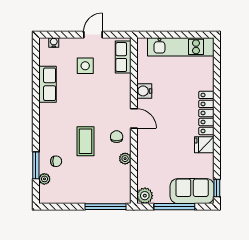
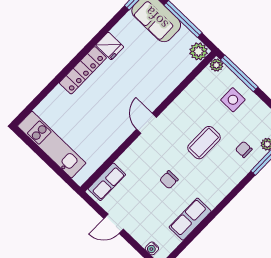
side table: (85, 66) -> (233, 100), moved
water cooler: (144, 91) -> (116, 137), removed
chair: (117, 137) -> (169, 180), moved
plant: (125, 159) -> (216, 65), moved

